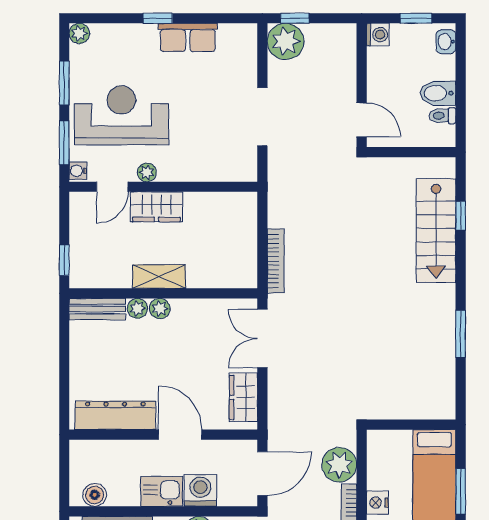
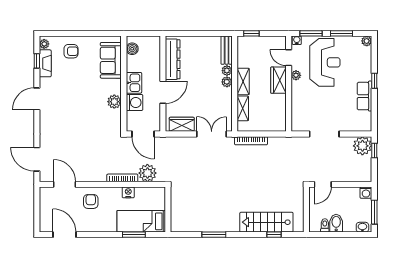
window: (416, 18) -> (374, 212), width x1.50
shelving: (212, 277) -> (243, 108), added

